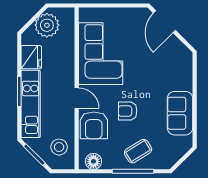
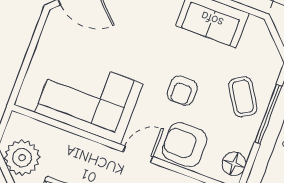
armchair: (94, 125) -> (185, 145), turned 180

